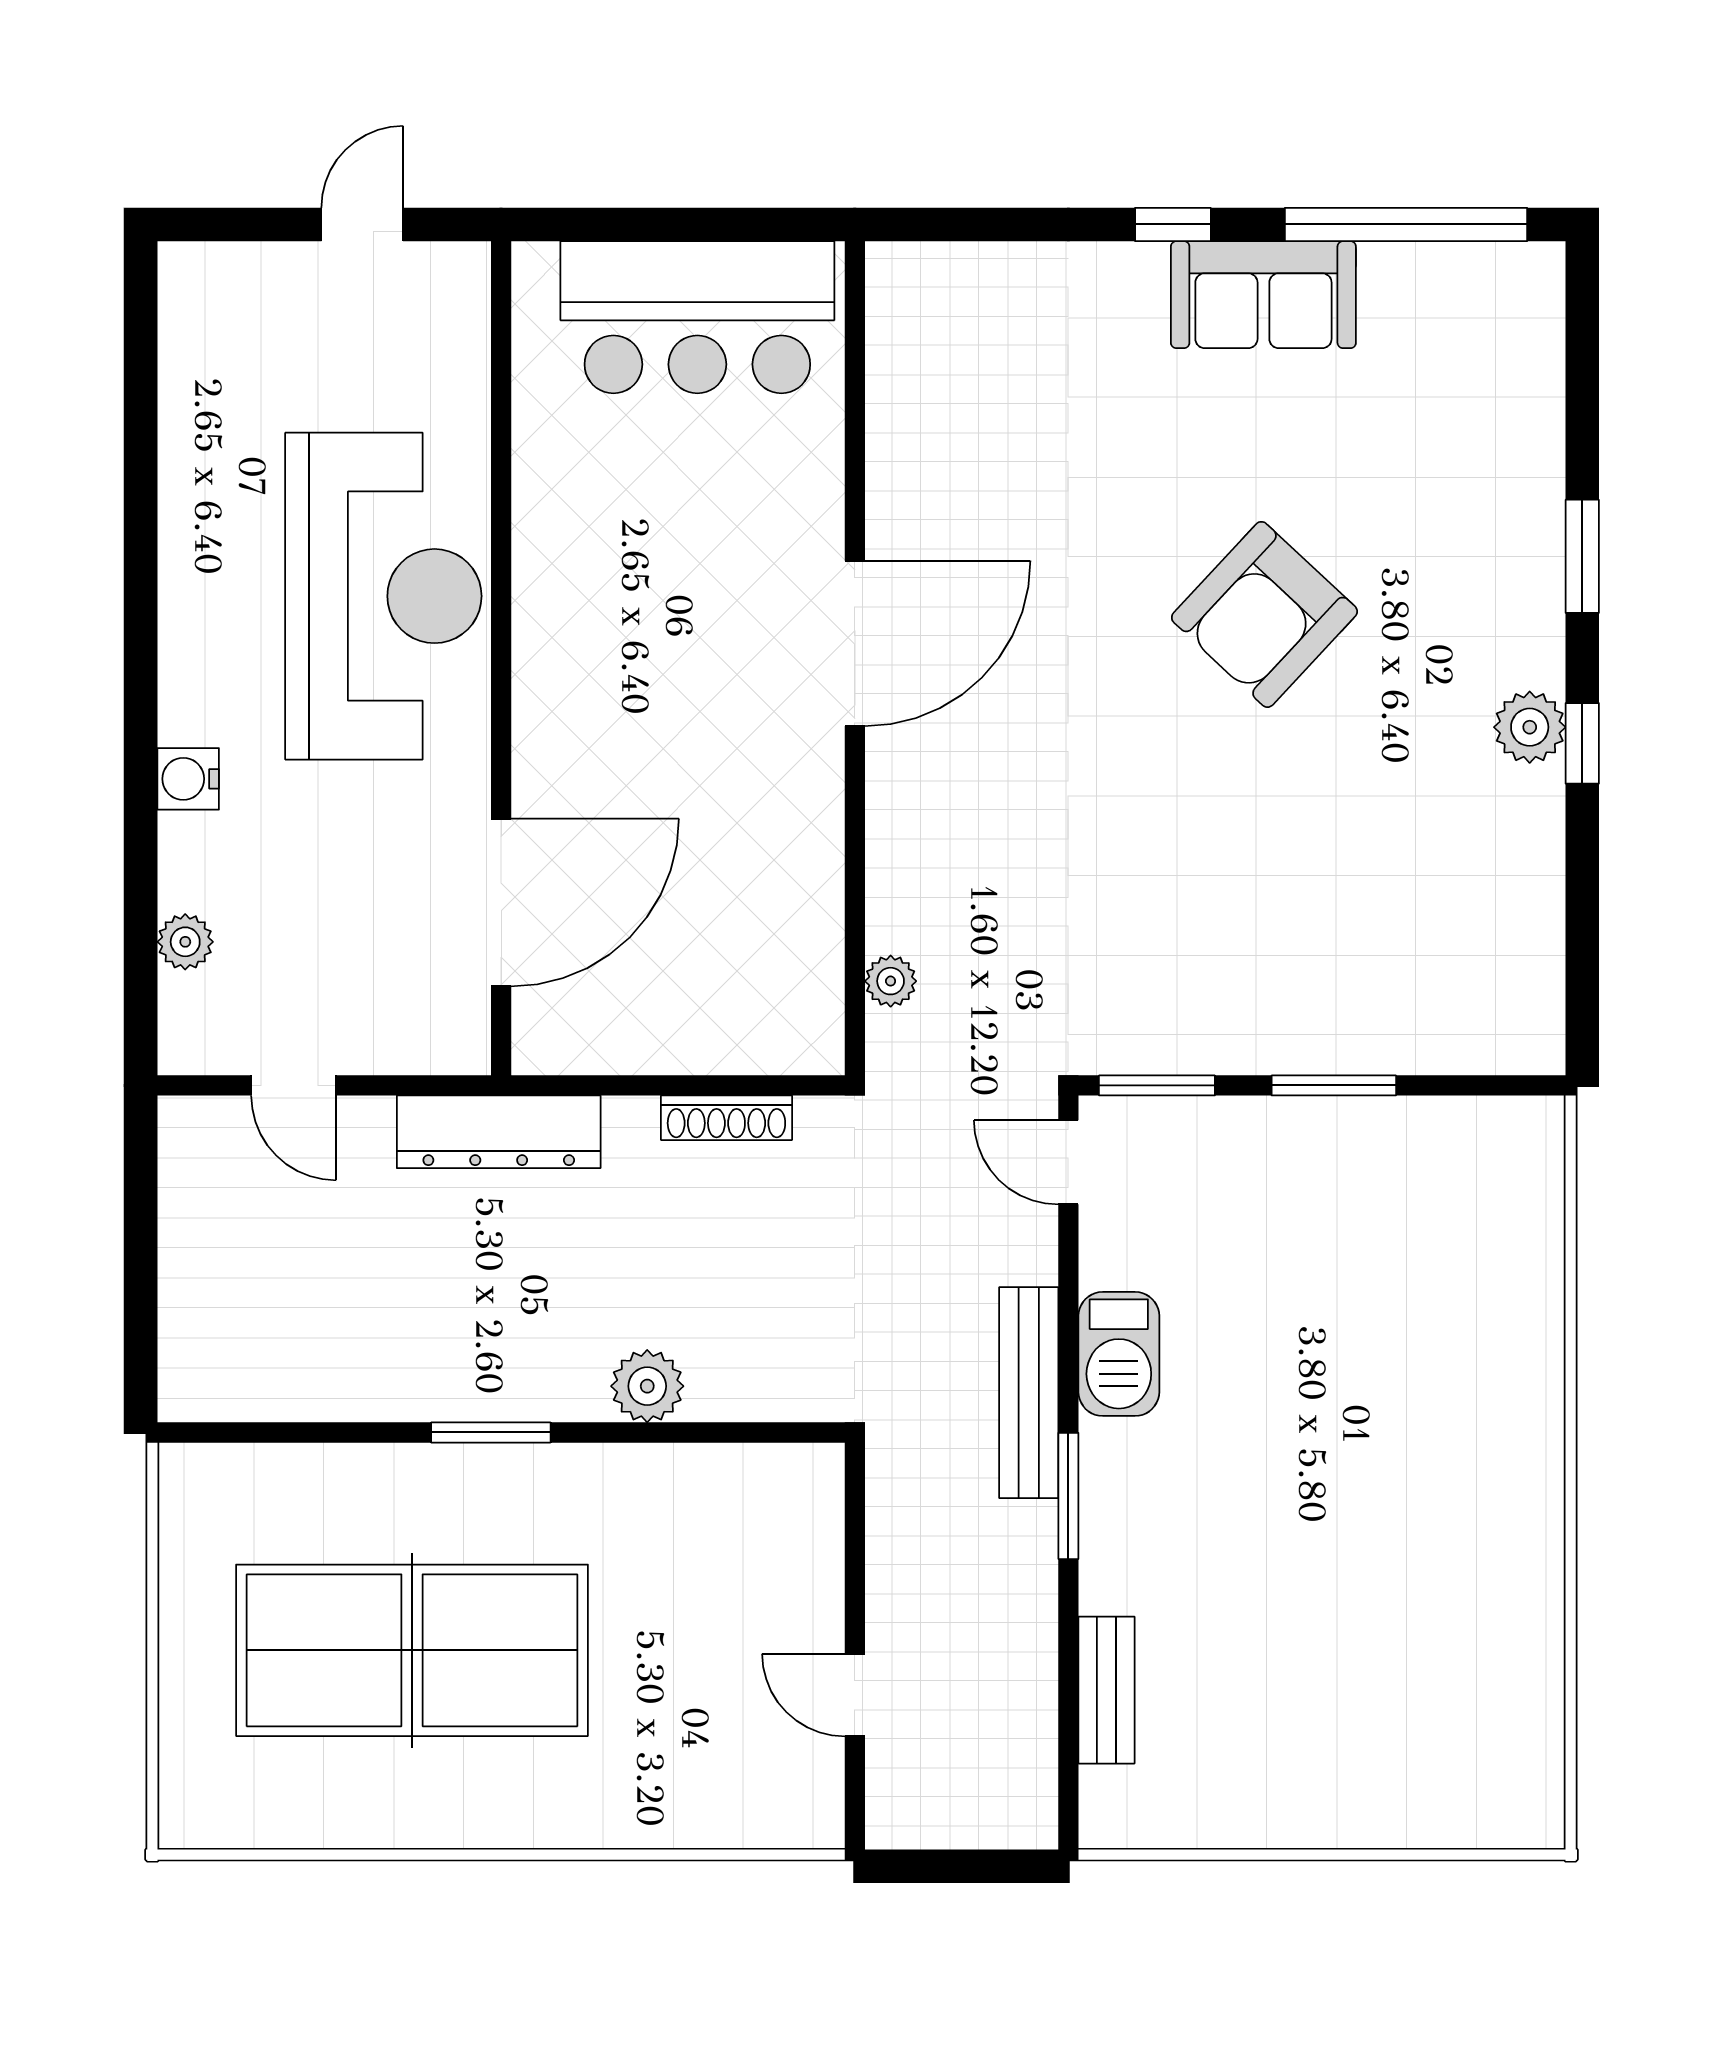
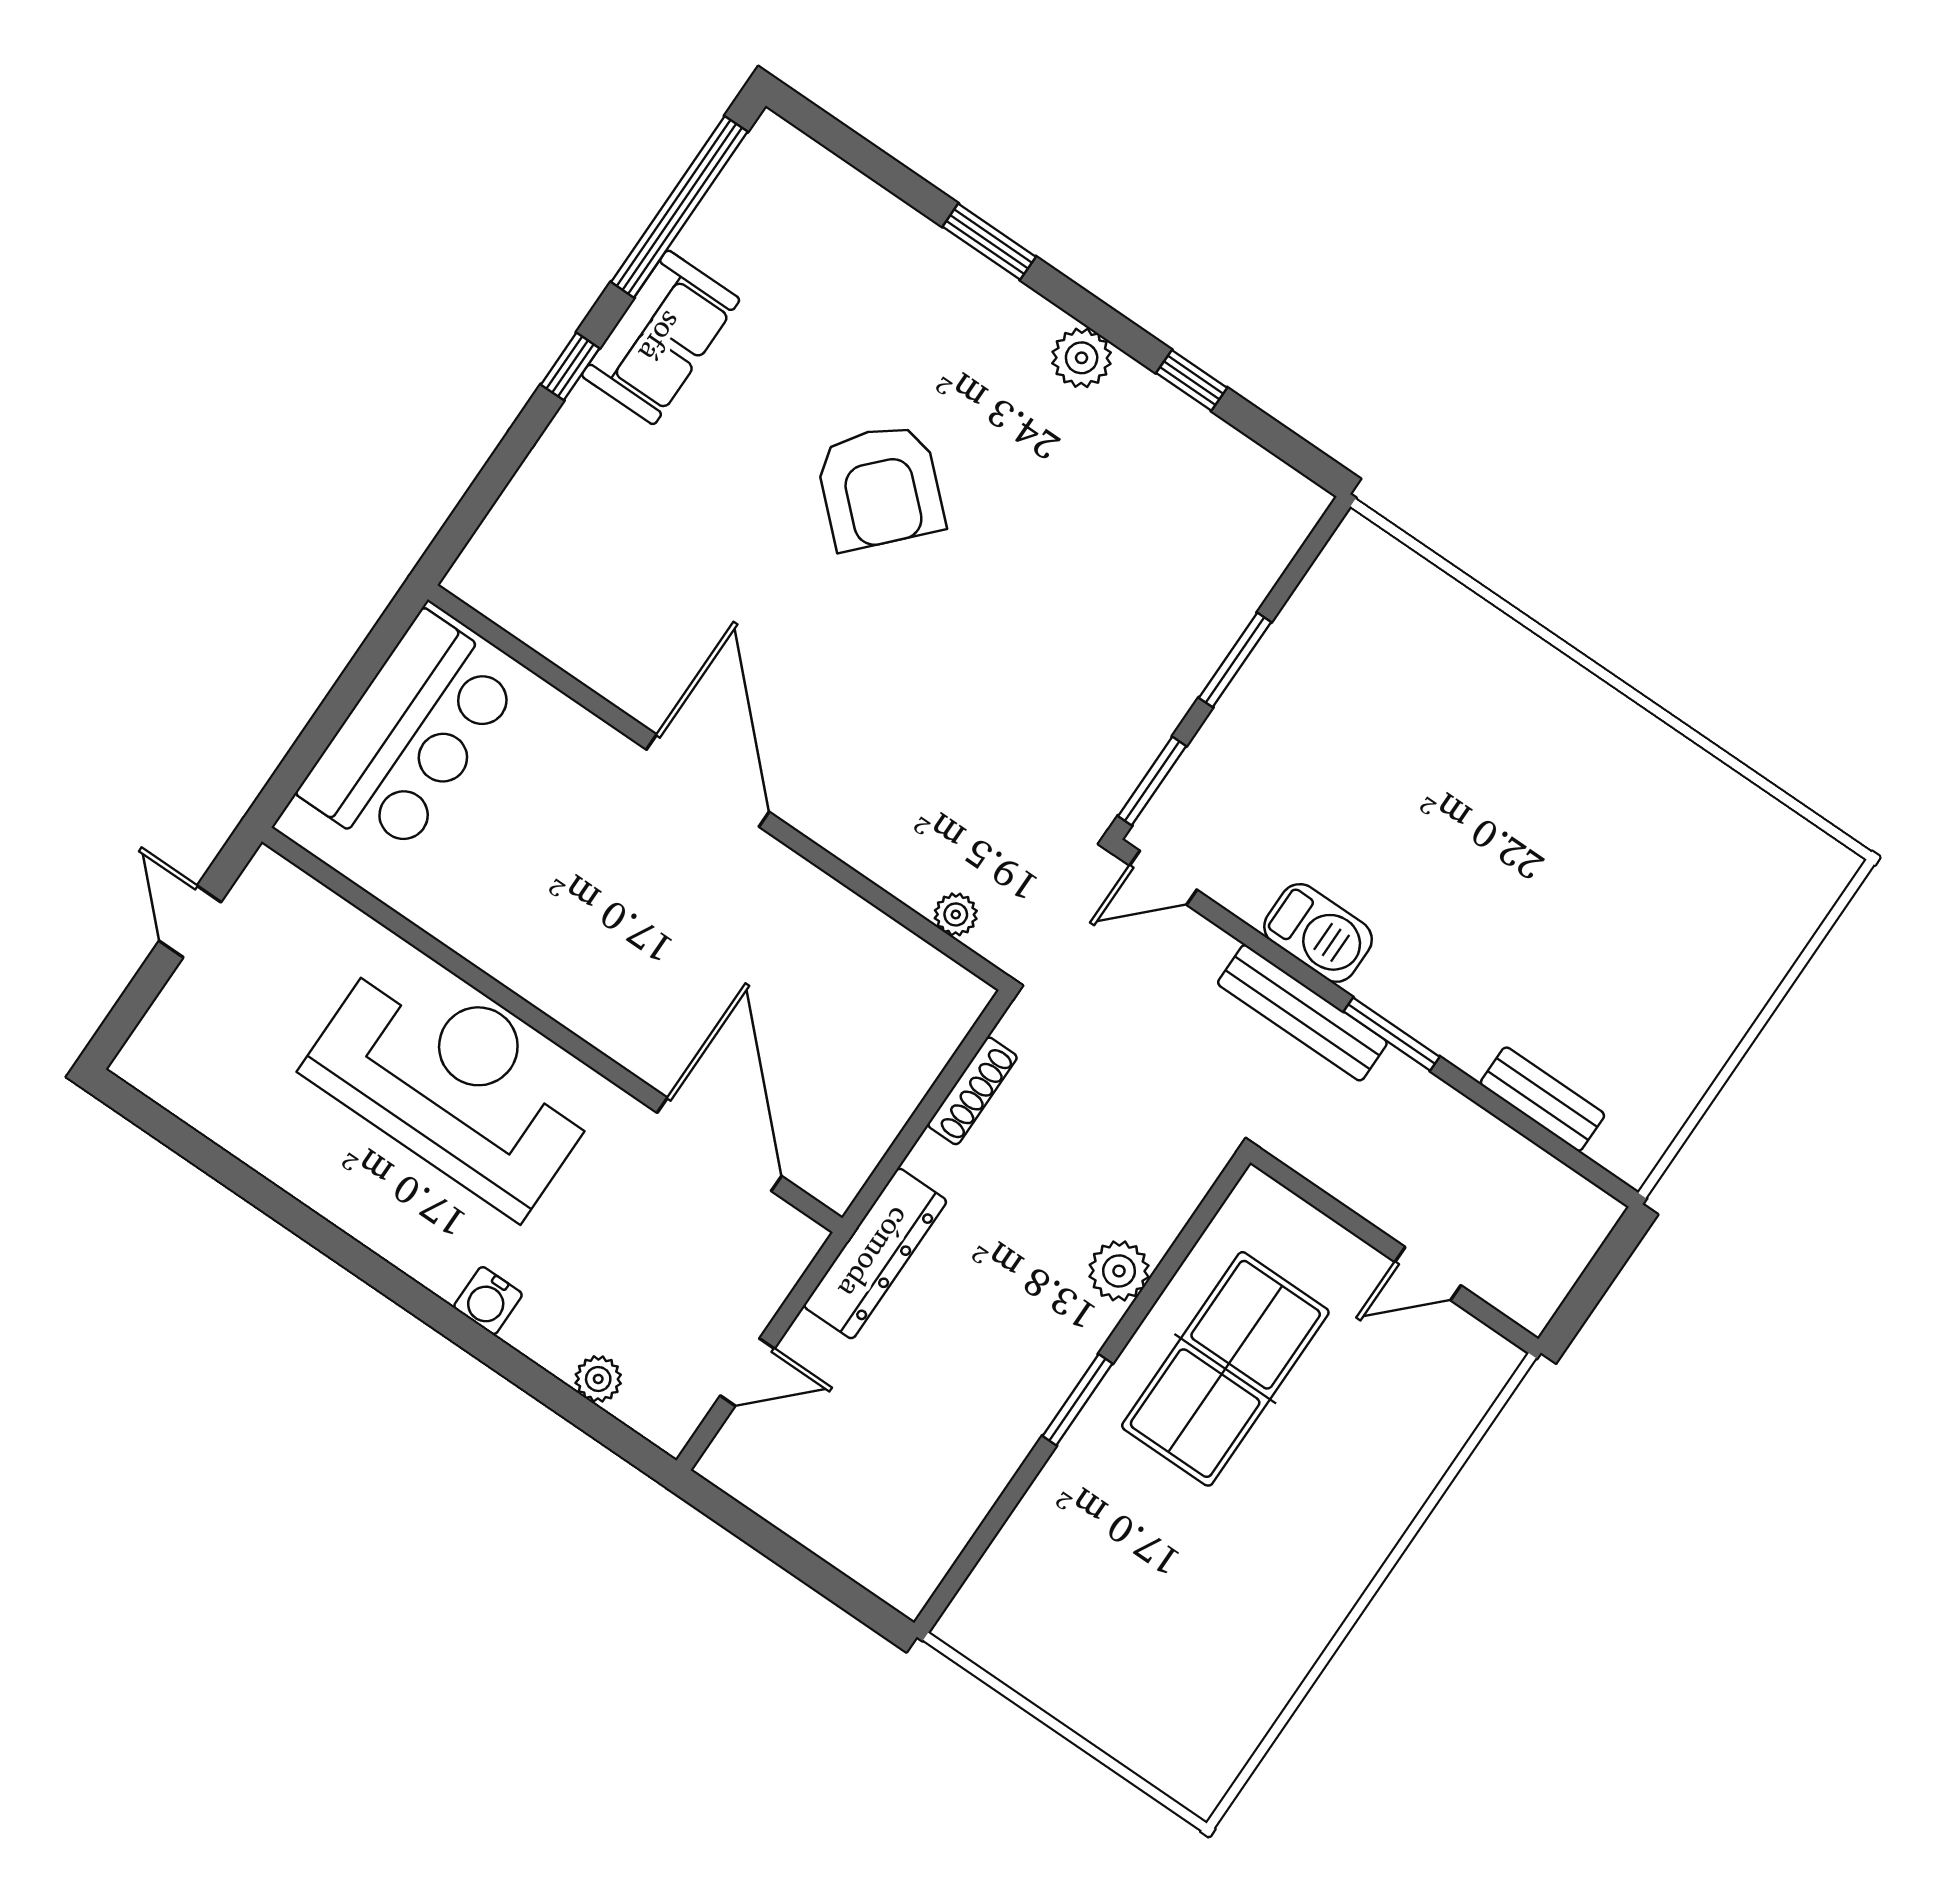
window: (1582, 743) -> (1192, 380), moved
table tennis table: (412, 1650) -> (1225, 1369), moved, width x0.73, depth x0.76

